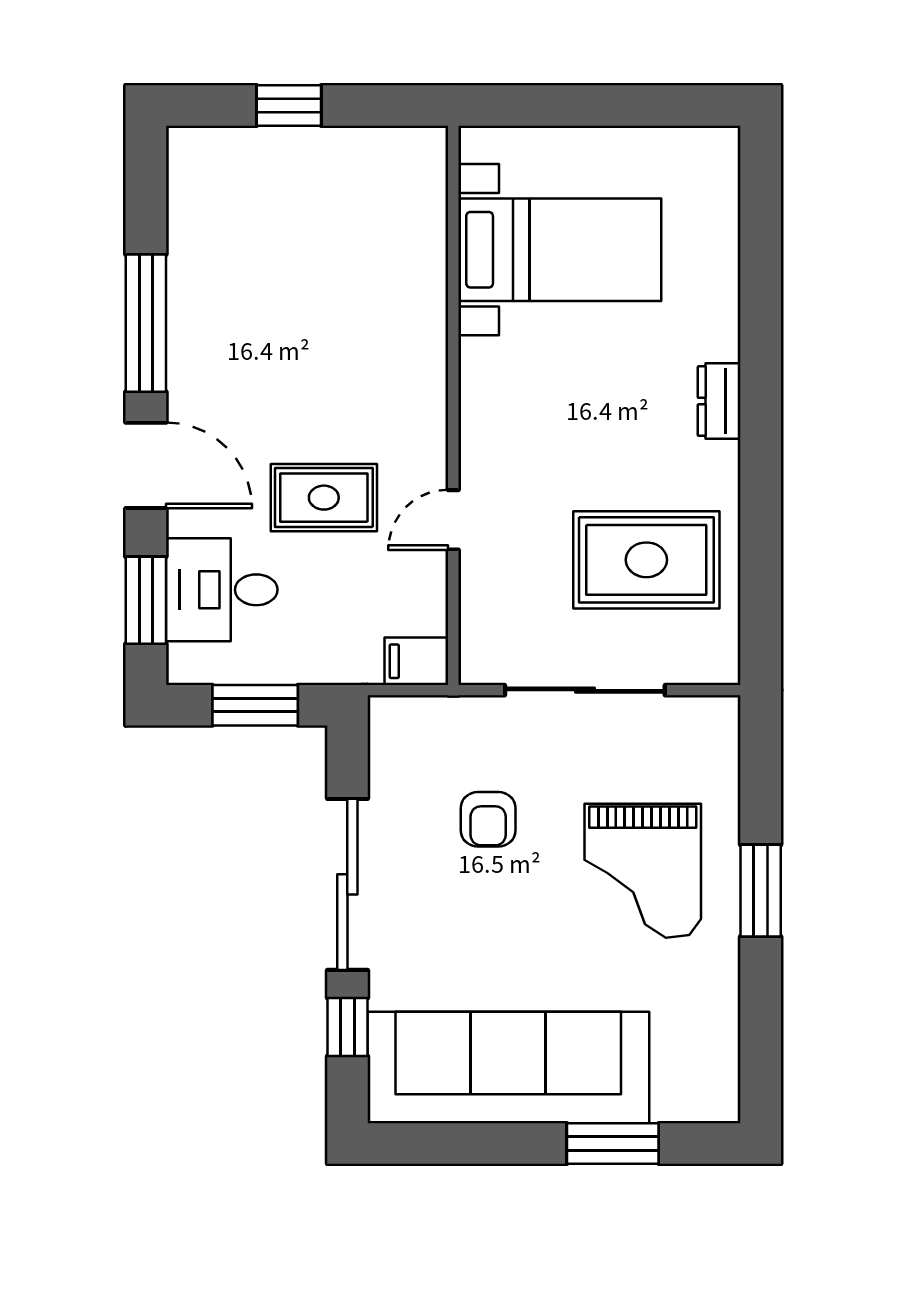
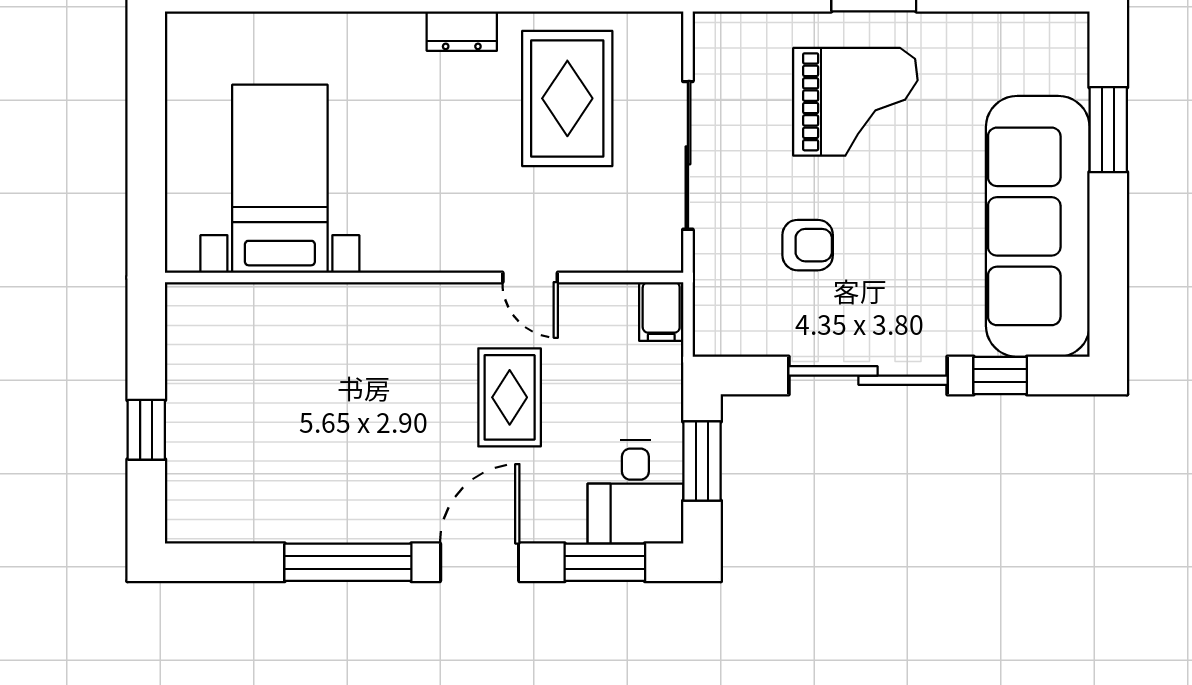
dresser: (719, 401) -> (462, 31), moved
desk: (222, 590) -> (635, 492), moved

